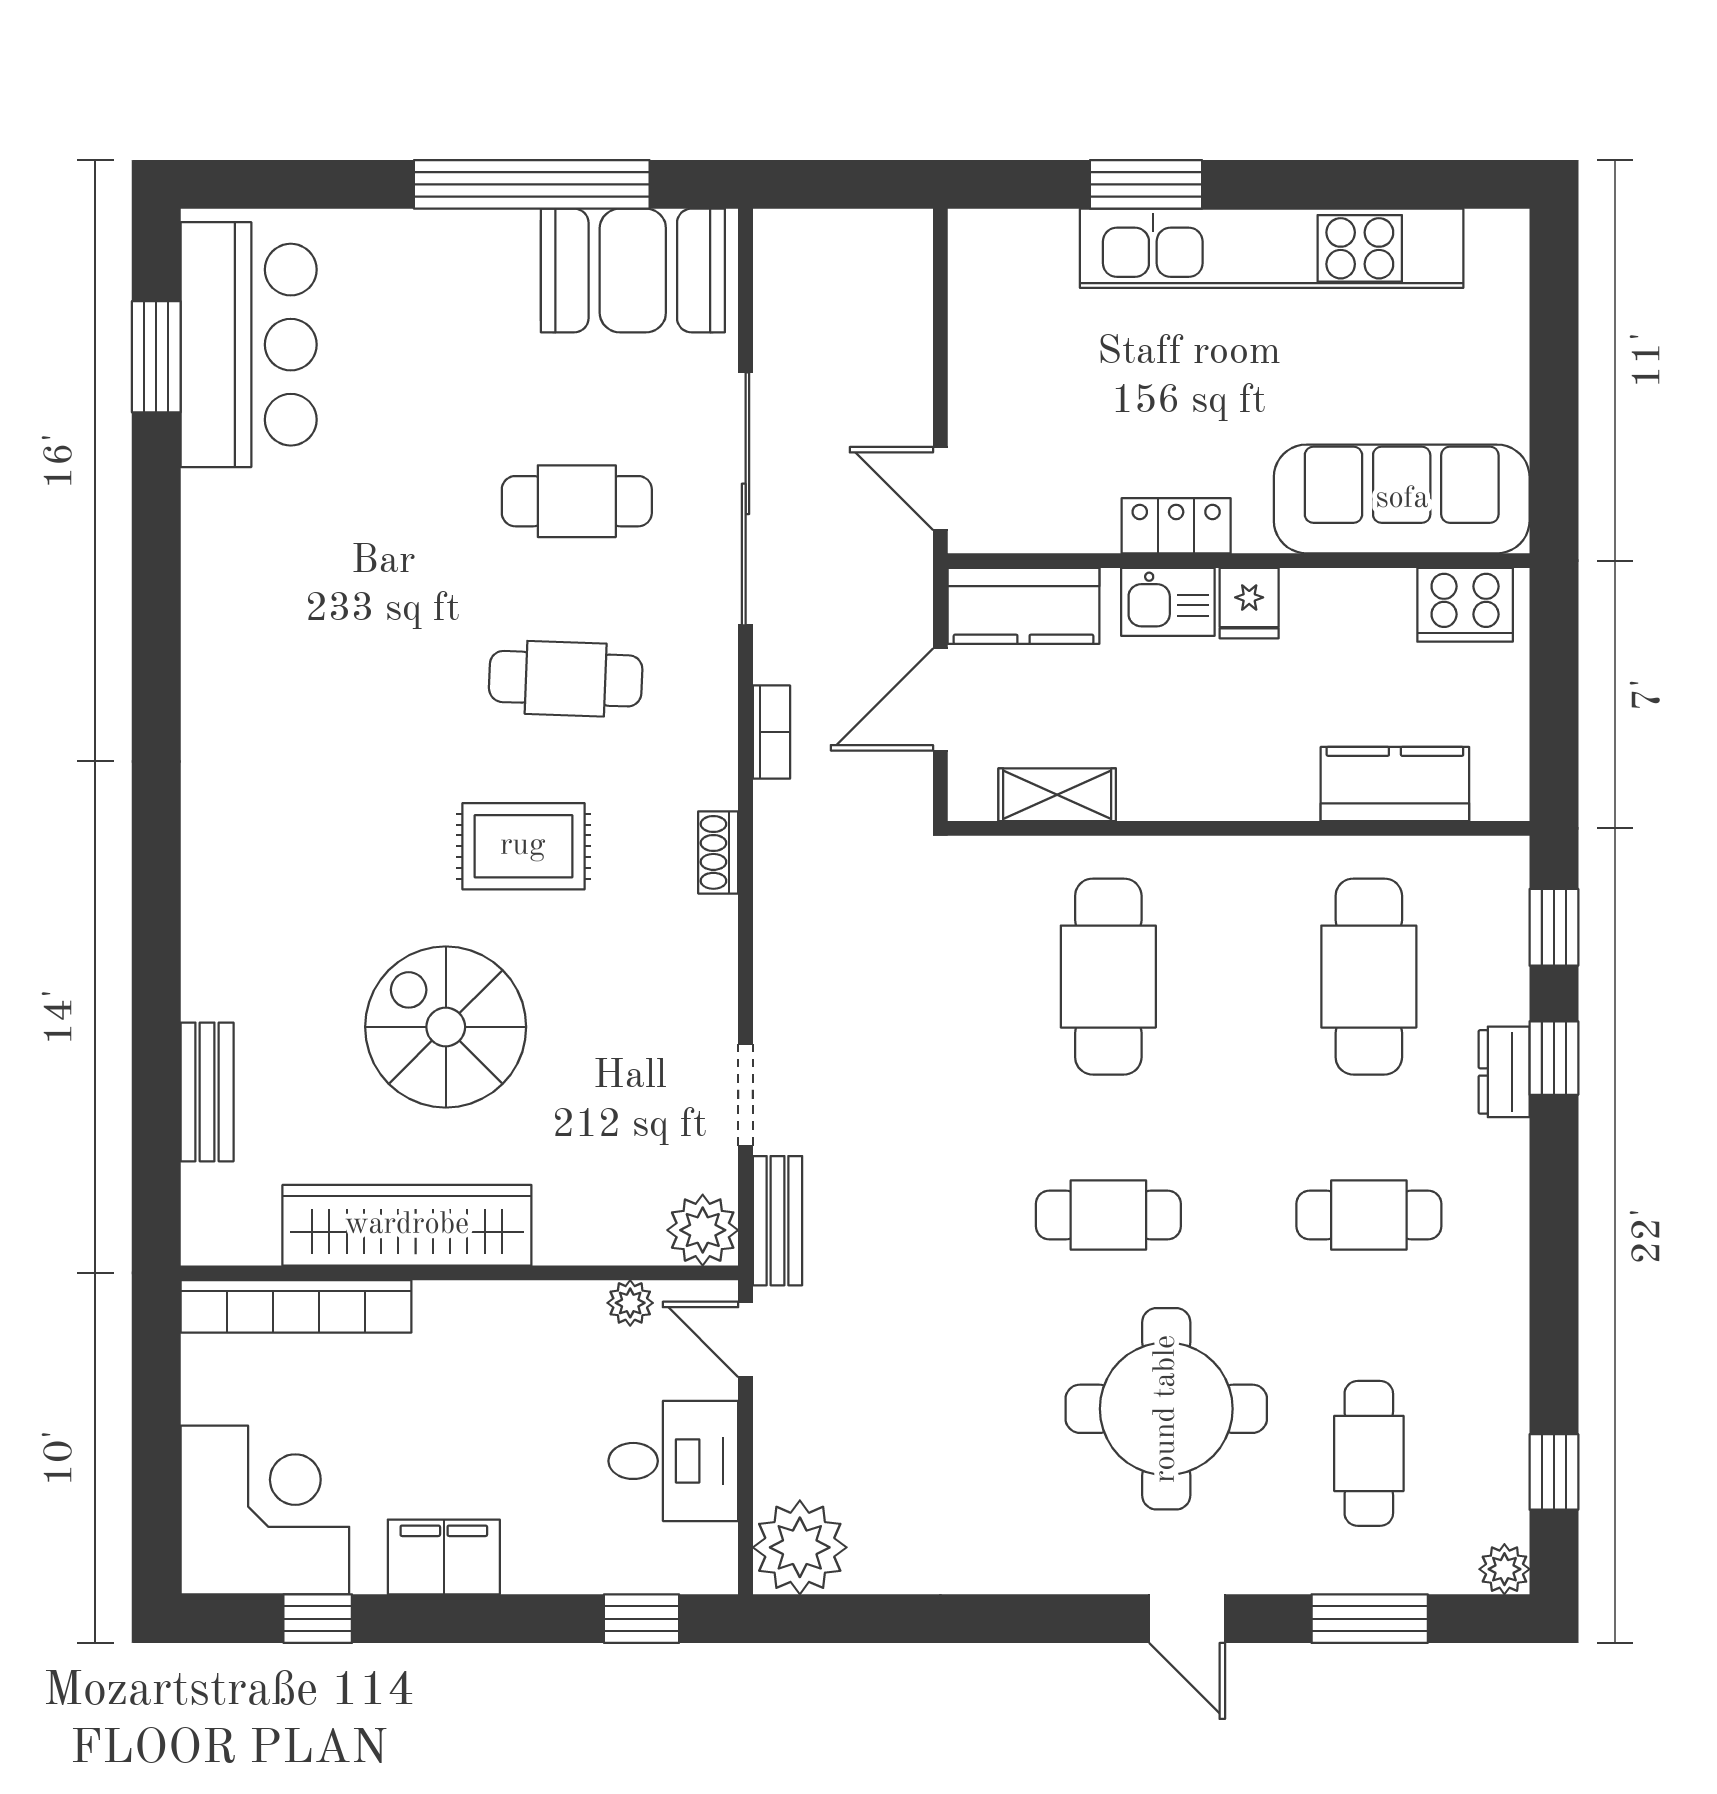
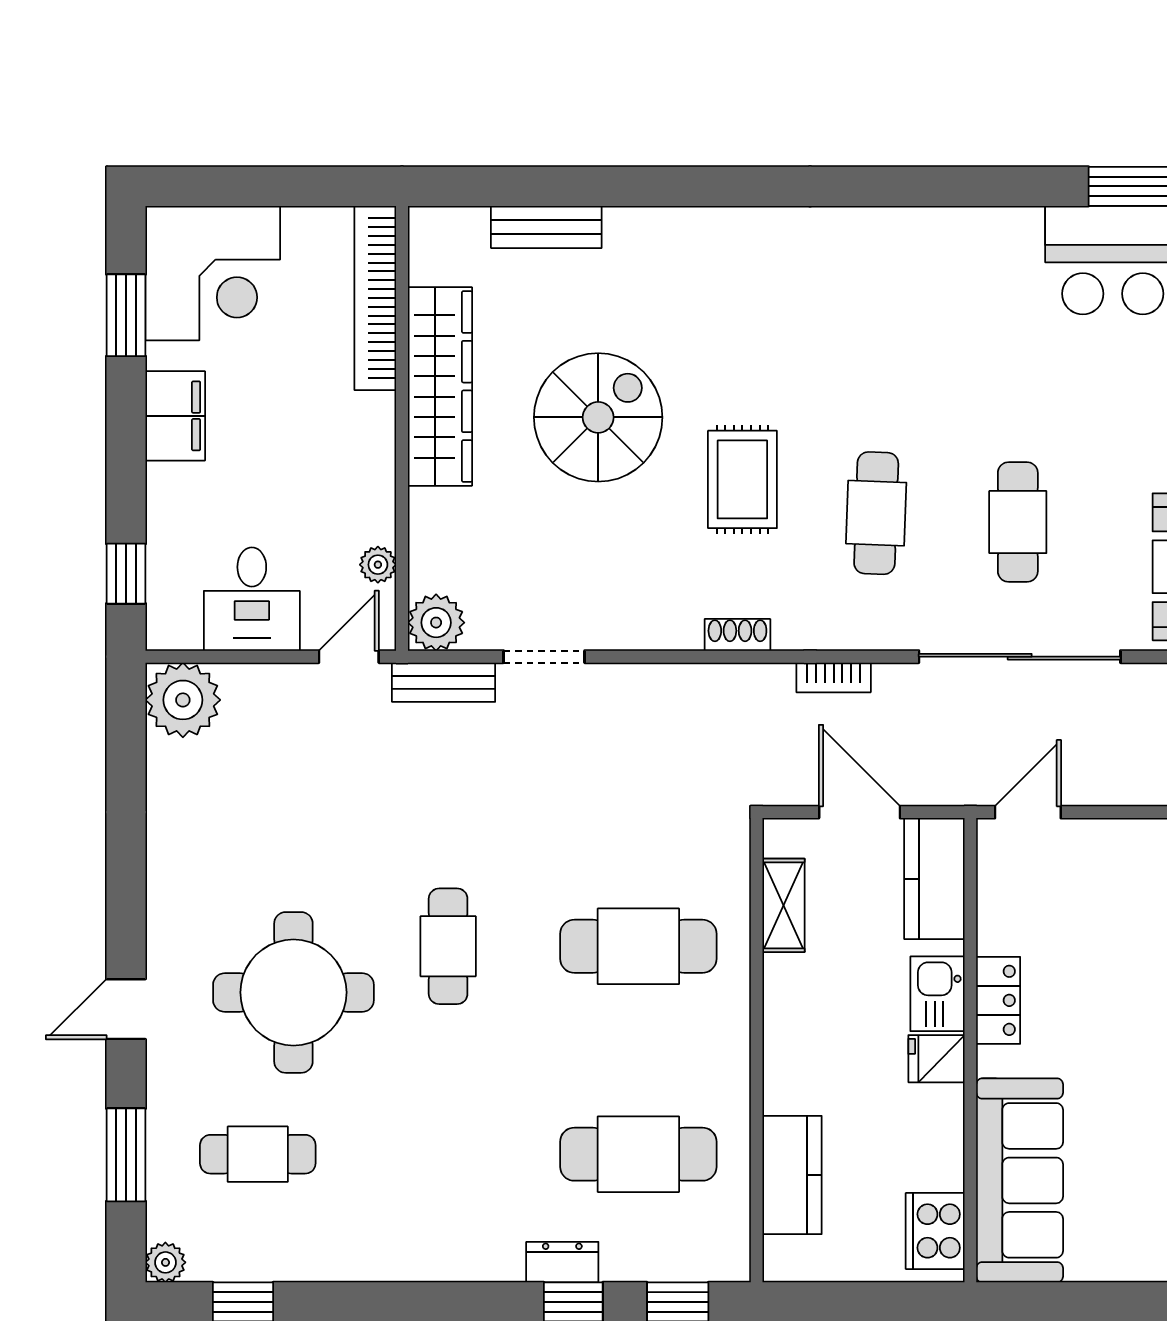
cafe table: (1369, 1215) -> (448, 1154), removed
window: (318, 1619) -> (126, 315), width x1.50

